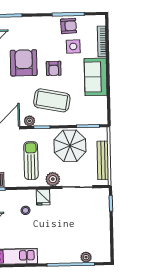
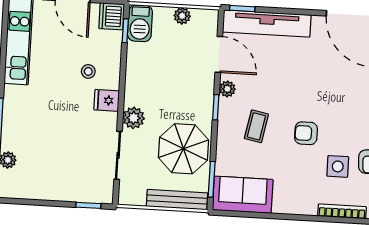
armchair: (24, 63) -> (318, 87), removed
sofa: (96, 77) -> (243, 195), moved
coffee table: (52, 100) -> (256, 126), width x0.54, depth x0.58
bench: (103, 160) -> (177, 200), moved
sun lounger: (31, 161) -> (165, 86), removed

